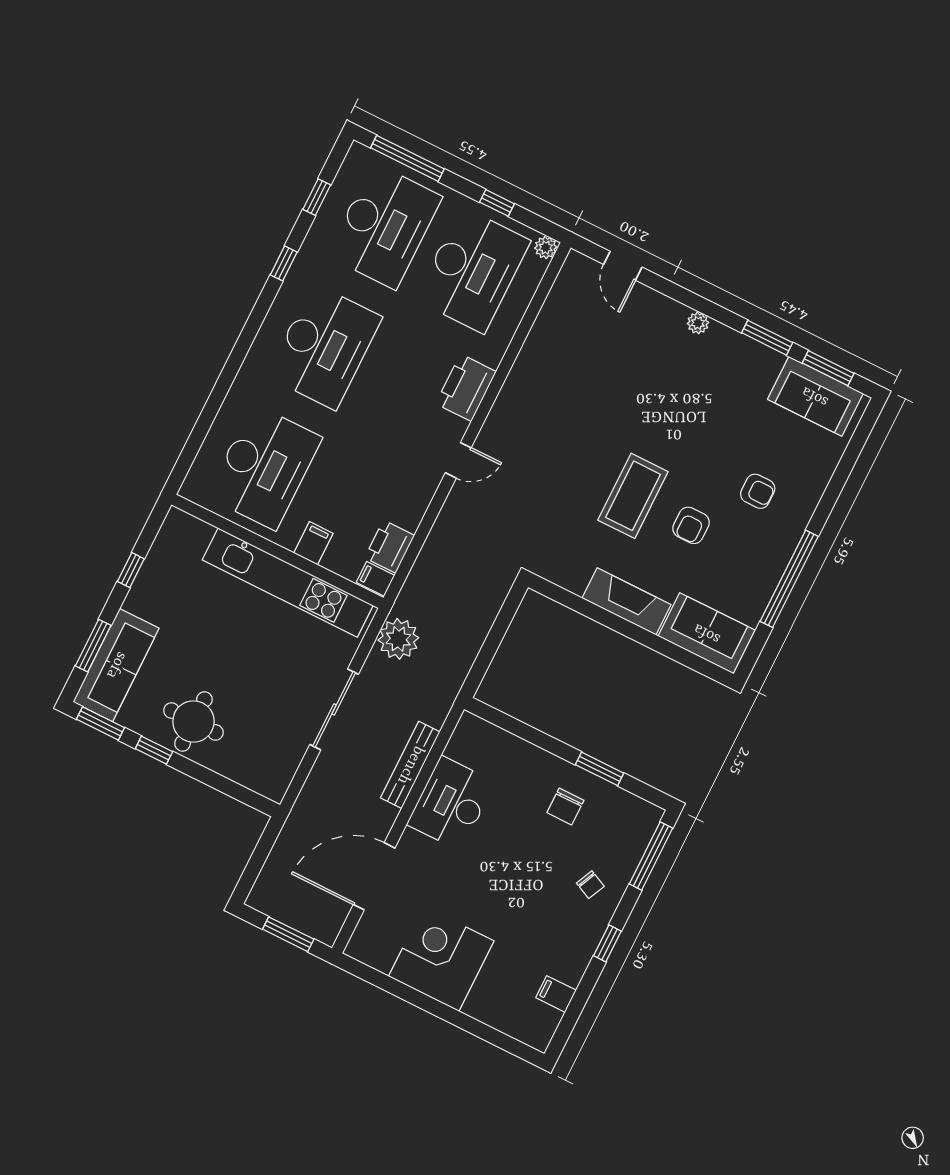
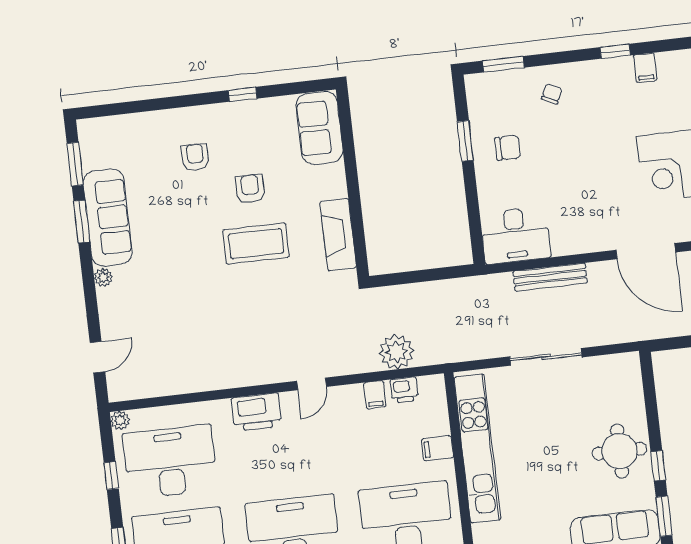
sofa: (815, 396) -> (108, 217), moved, width x1.36
door: (458, 460) -> (312, 384), swing flipped
armchair: (691, 525) -> (250, 189), turned -90
printer: (390, 547) -> (404, 390), width x0.73, depth x0.81
filing cabinet: (376, 579) -> (375, 395), moved
window: (789, 579) -> (243, 94), width x0.32
fireplace: (627, 601) -> (338, 235), moved
plant: (398, 639) -> (396, 352), moved
desk: (451, 803) -> (515, 235), moved
window: (651, 856) -> (503, 64), width x0.69
window: (607, 943) -> (615, 51), moved

